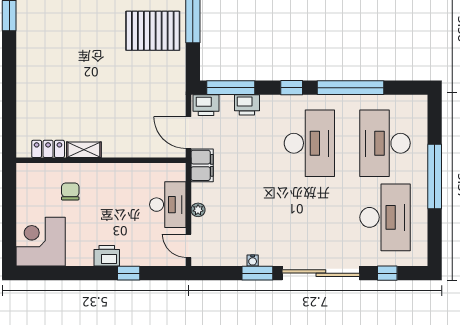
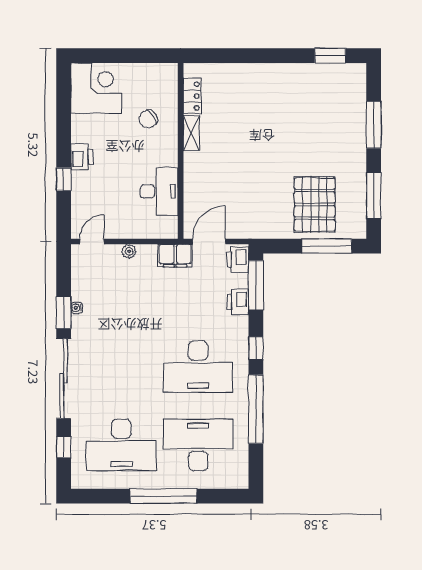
chair: (70, 191) -> (148, 119), turned 148
desk: (168, 205) -> (159, 191), moved, turned -90

